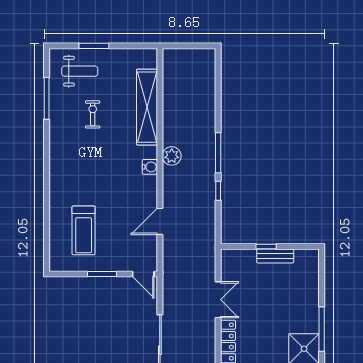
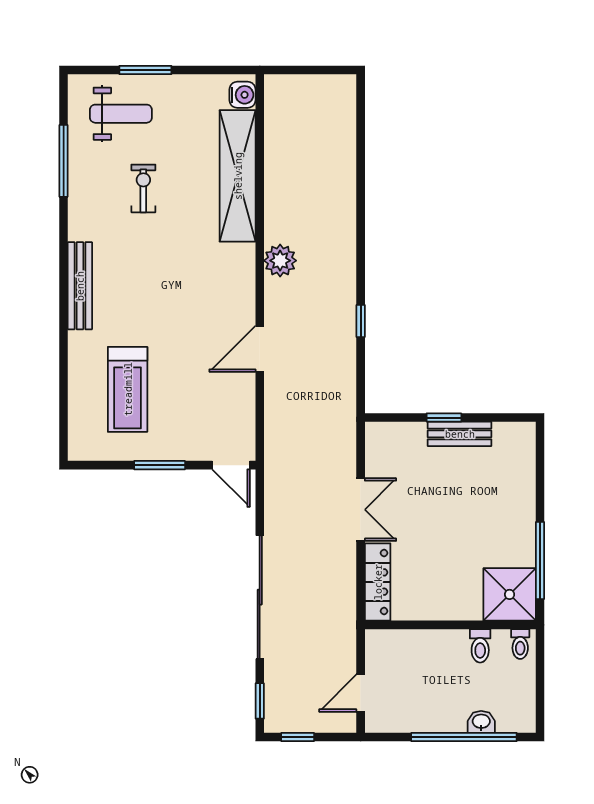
window: (218, 153) -> (361, 255), removed
water cooler: (150, 167) -> (242, 95), moved
bench: (56, 170) -> (80, 286), added
door: (160, 221) -> (260, 349), moved

